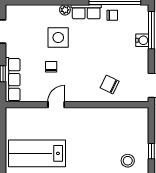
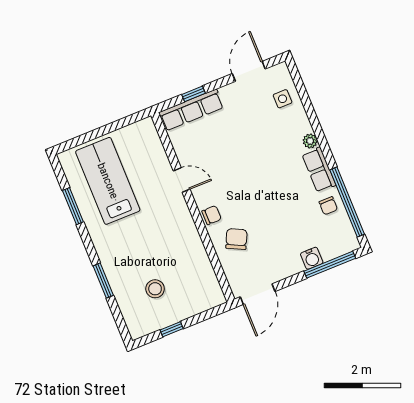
side table: (58, 37) -> (282, 99), moved, width x0.54, depth x0.54
chair: (51, 67) -> (212, 215), moved
stool: (128, 161) -> (155, 289), moved

